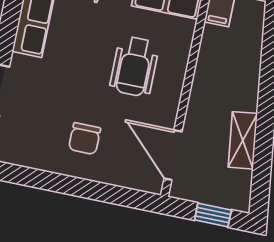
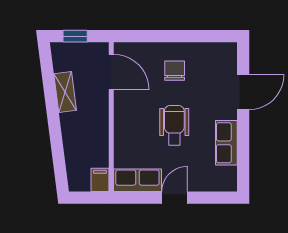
wheelchair: (134, 66) -> (174, 125), moved

